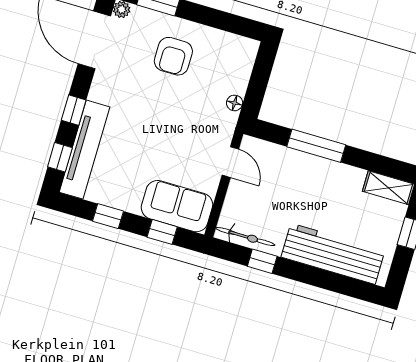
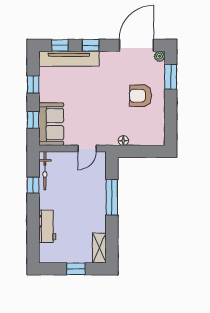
workbench: (333, 254) -> (47, 226), width x0.53, depth x0.76

